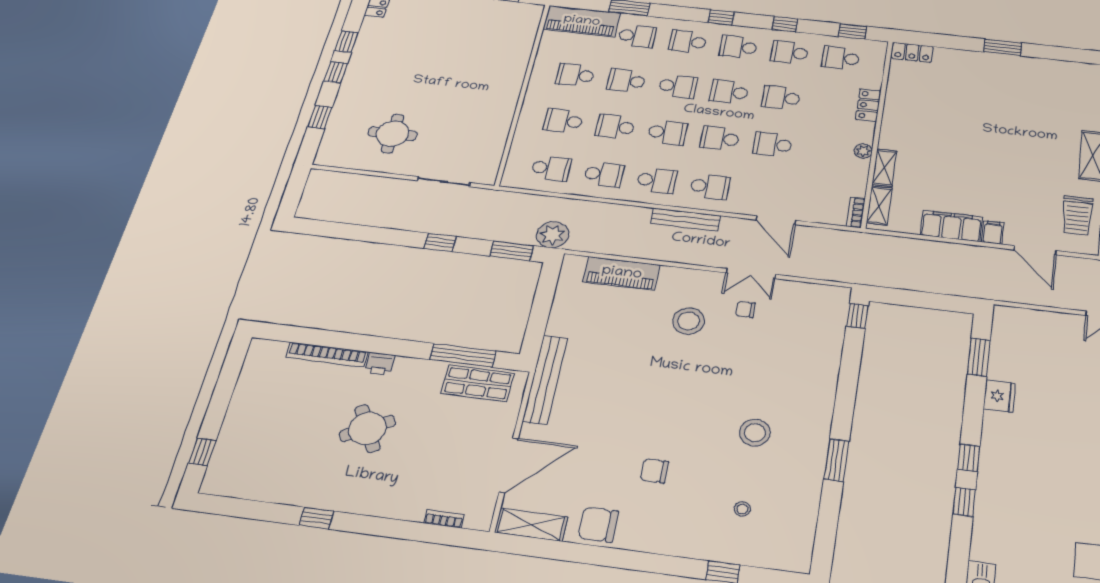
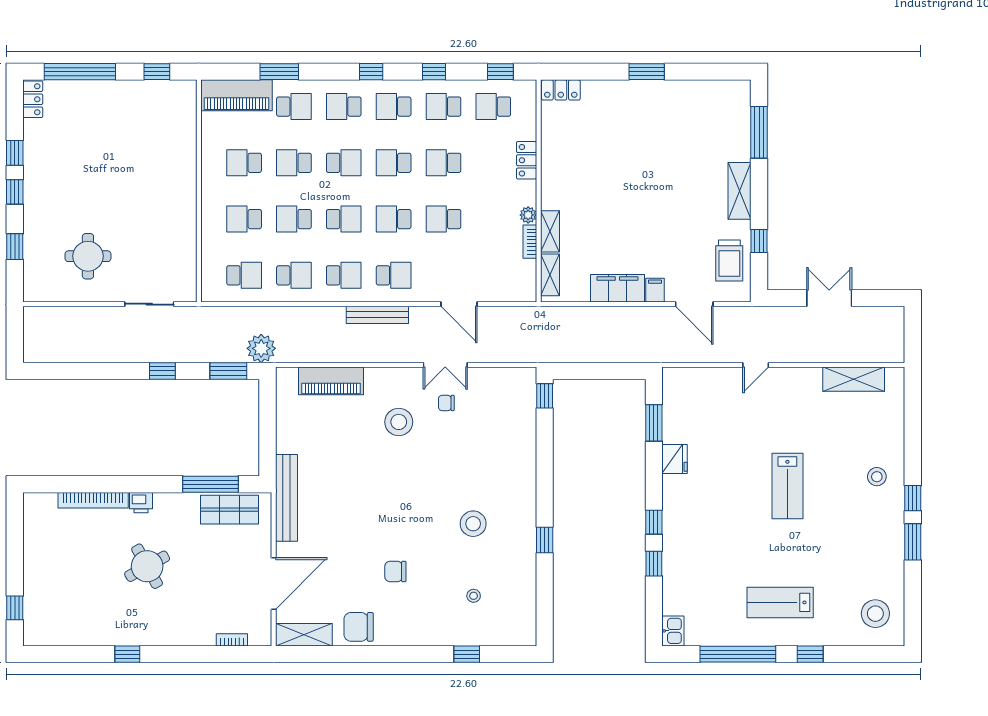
bookcase: (856, 212) -> (530, 242), moved
window: (836, 460) -> (545, 540), width x0.67

